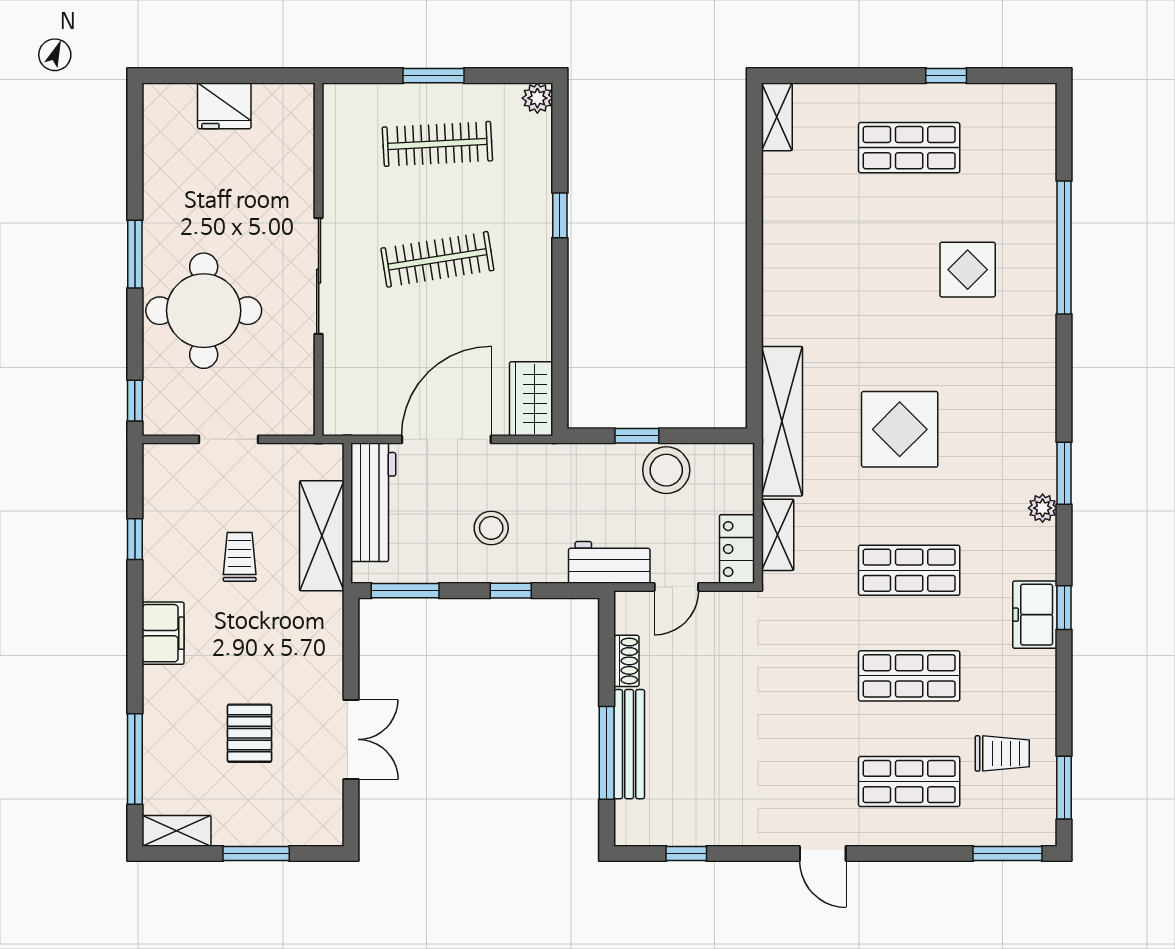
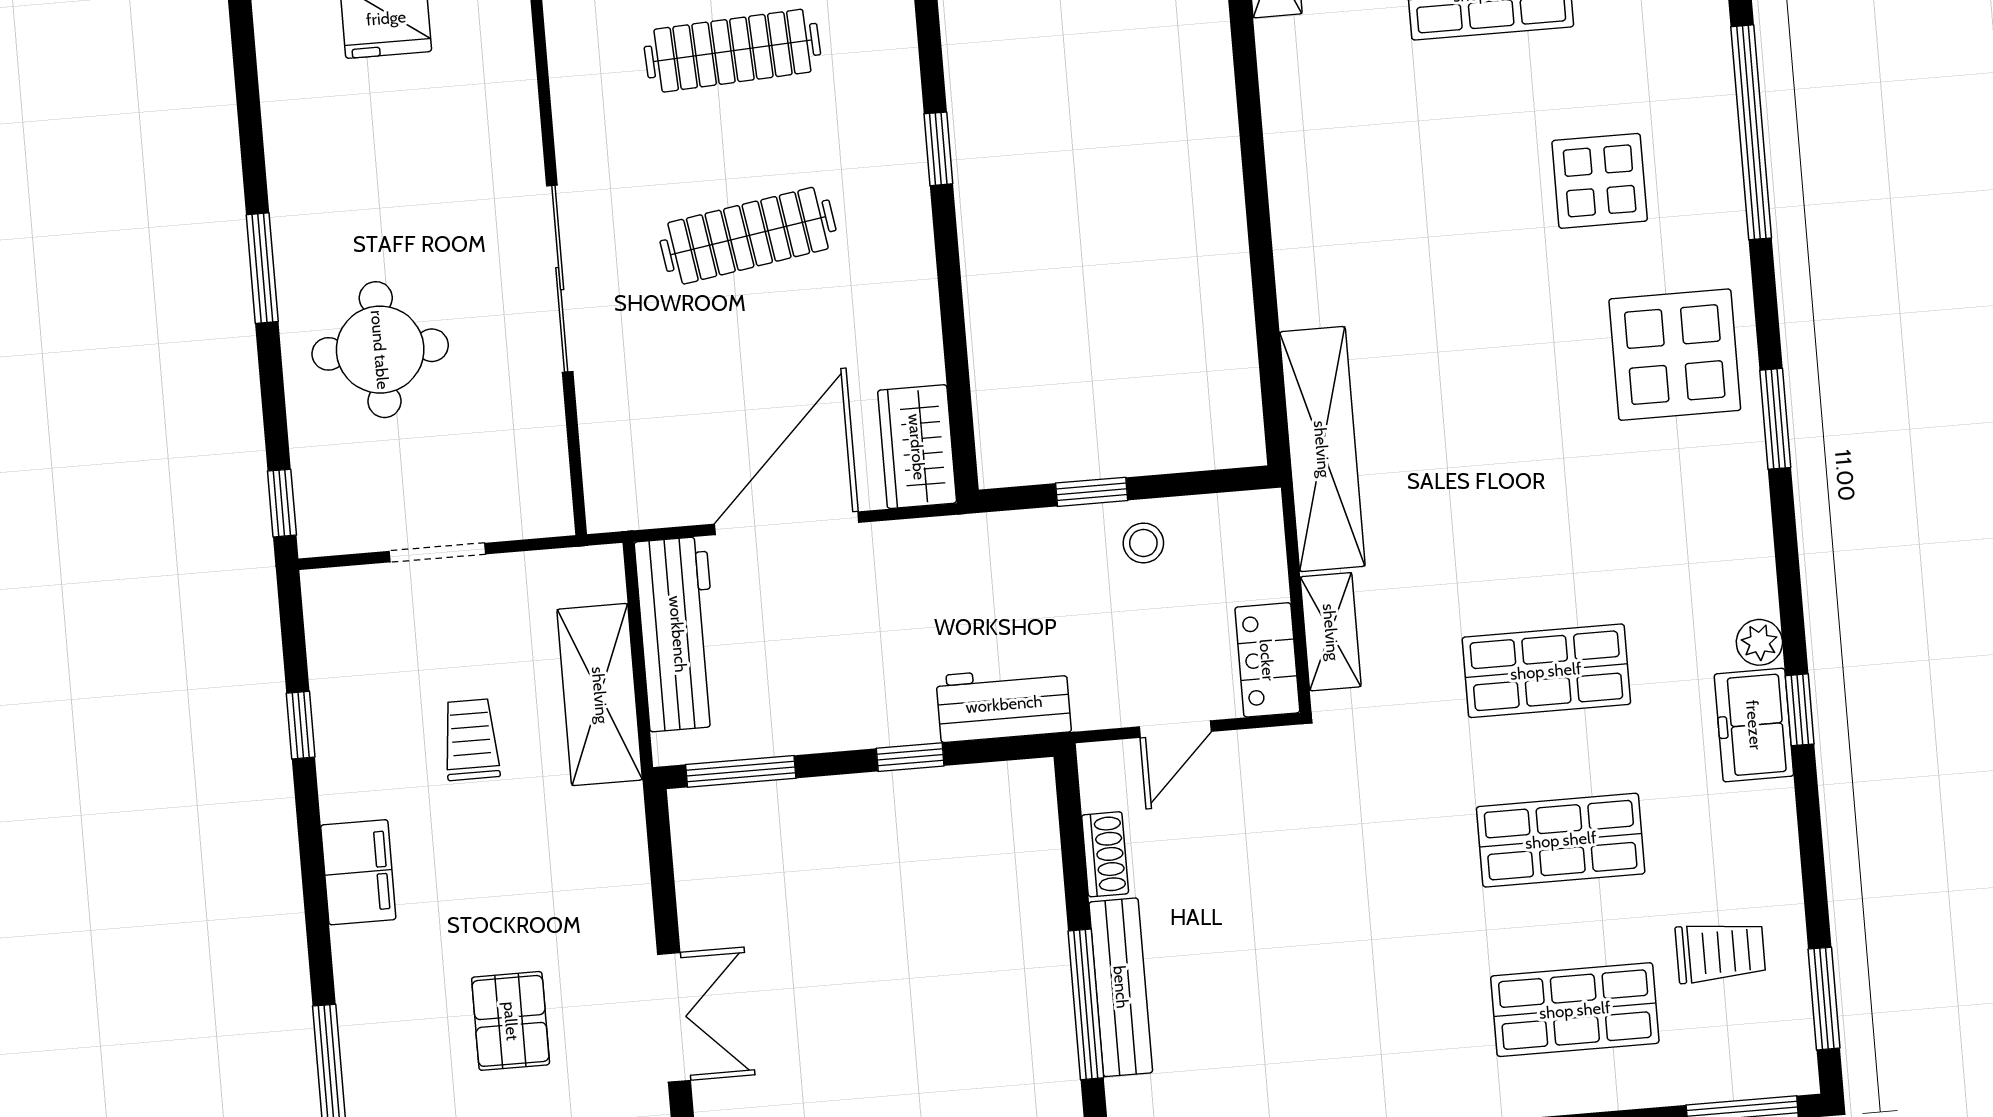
round table: (204, 311) -> (380, 350), width x0.73, depth x0.73
display table: (900, 429) -> (1675, 355), moved
stool: (666, 470) -> (1143, 543), width x0.53, depth x0.53
window: (1064, 473) -> (1775, 419), moved
plant: (1043, 508) -> (1759, 642), moved
stool: (491, 528) -> (870, 659), removed
workbench: (609, 562) -> (1004, 704), moved

